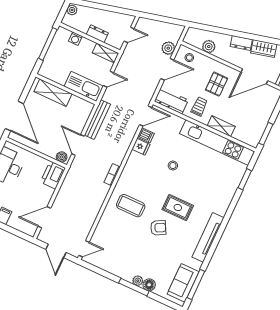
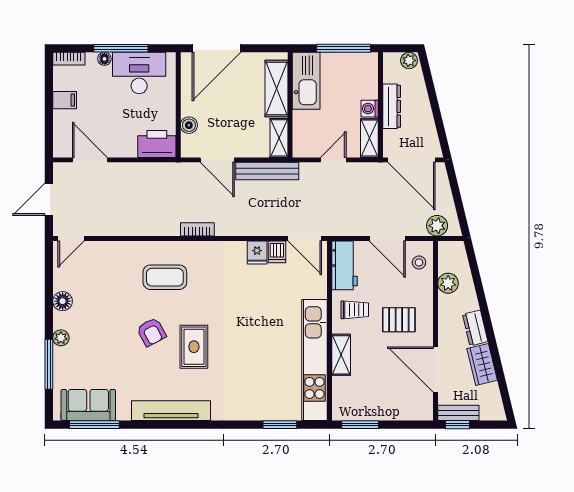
dresser: (97, 34) -> (392, 106), width x1.44
door: (129, 35) -> (411, 160), width x1.87
washing machine: (75, 39) -> (370, 109), moved
plant: (168, 48) -> (437, 226), moved
door: (108, 79) -> (333, 160), swing flipped
kitchen sink: (84, 86) -> (306, 81), moved
shelving: (82, 104) -> (279, 138), added
door: (78, 145) -> (217, 160), swing flipped
boiler: (62, 157) -> (189, 125), moved
stool: (173, 166) -> (251, 311), removed
coffee table: (131, 206) -> (165, 277), turned 90
door: (84, 249) -> (71, 238), hinge flipped
floor lamp: (149, 285) -> (63, 301), moved
window: (134, 287) -> (49, 364), moved

